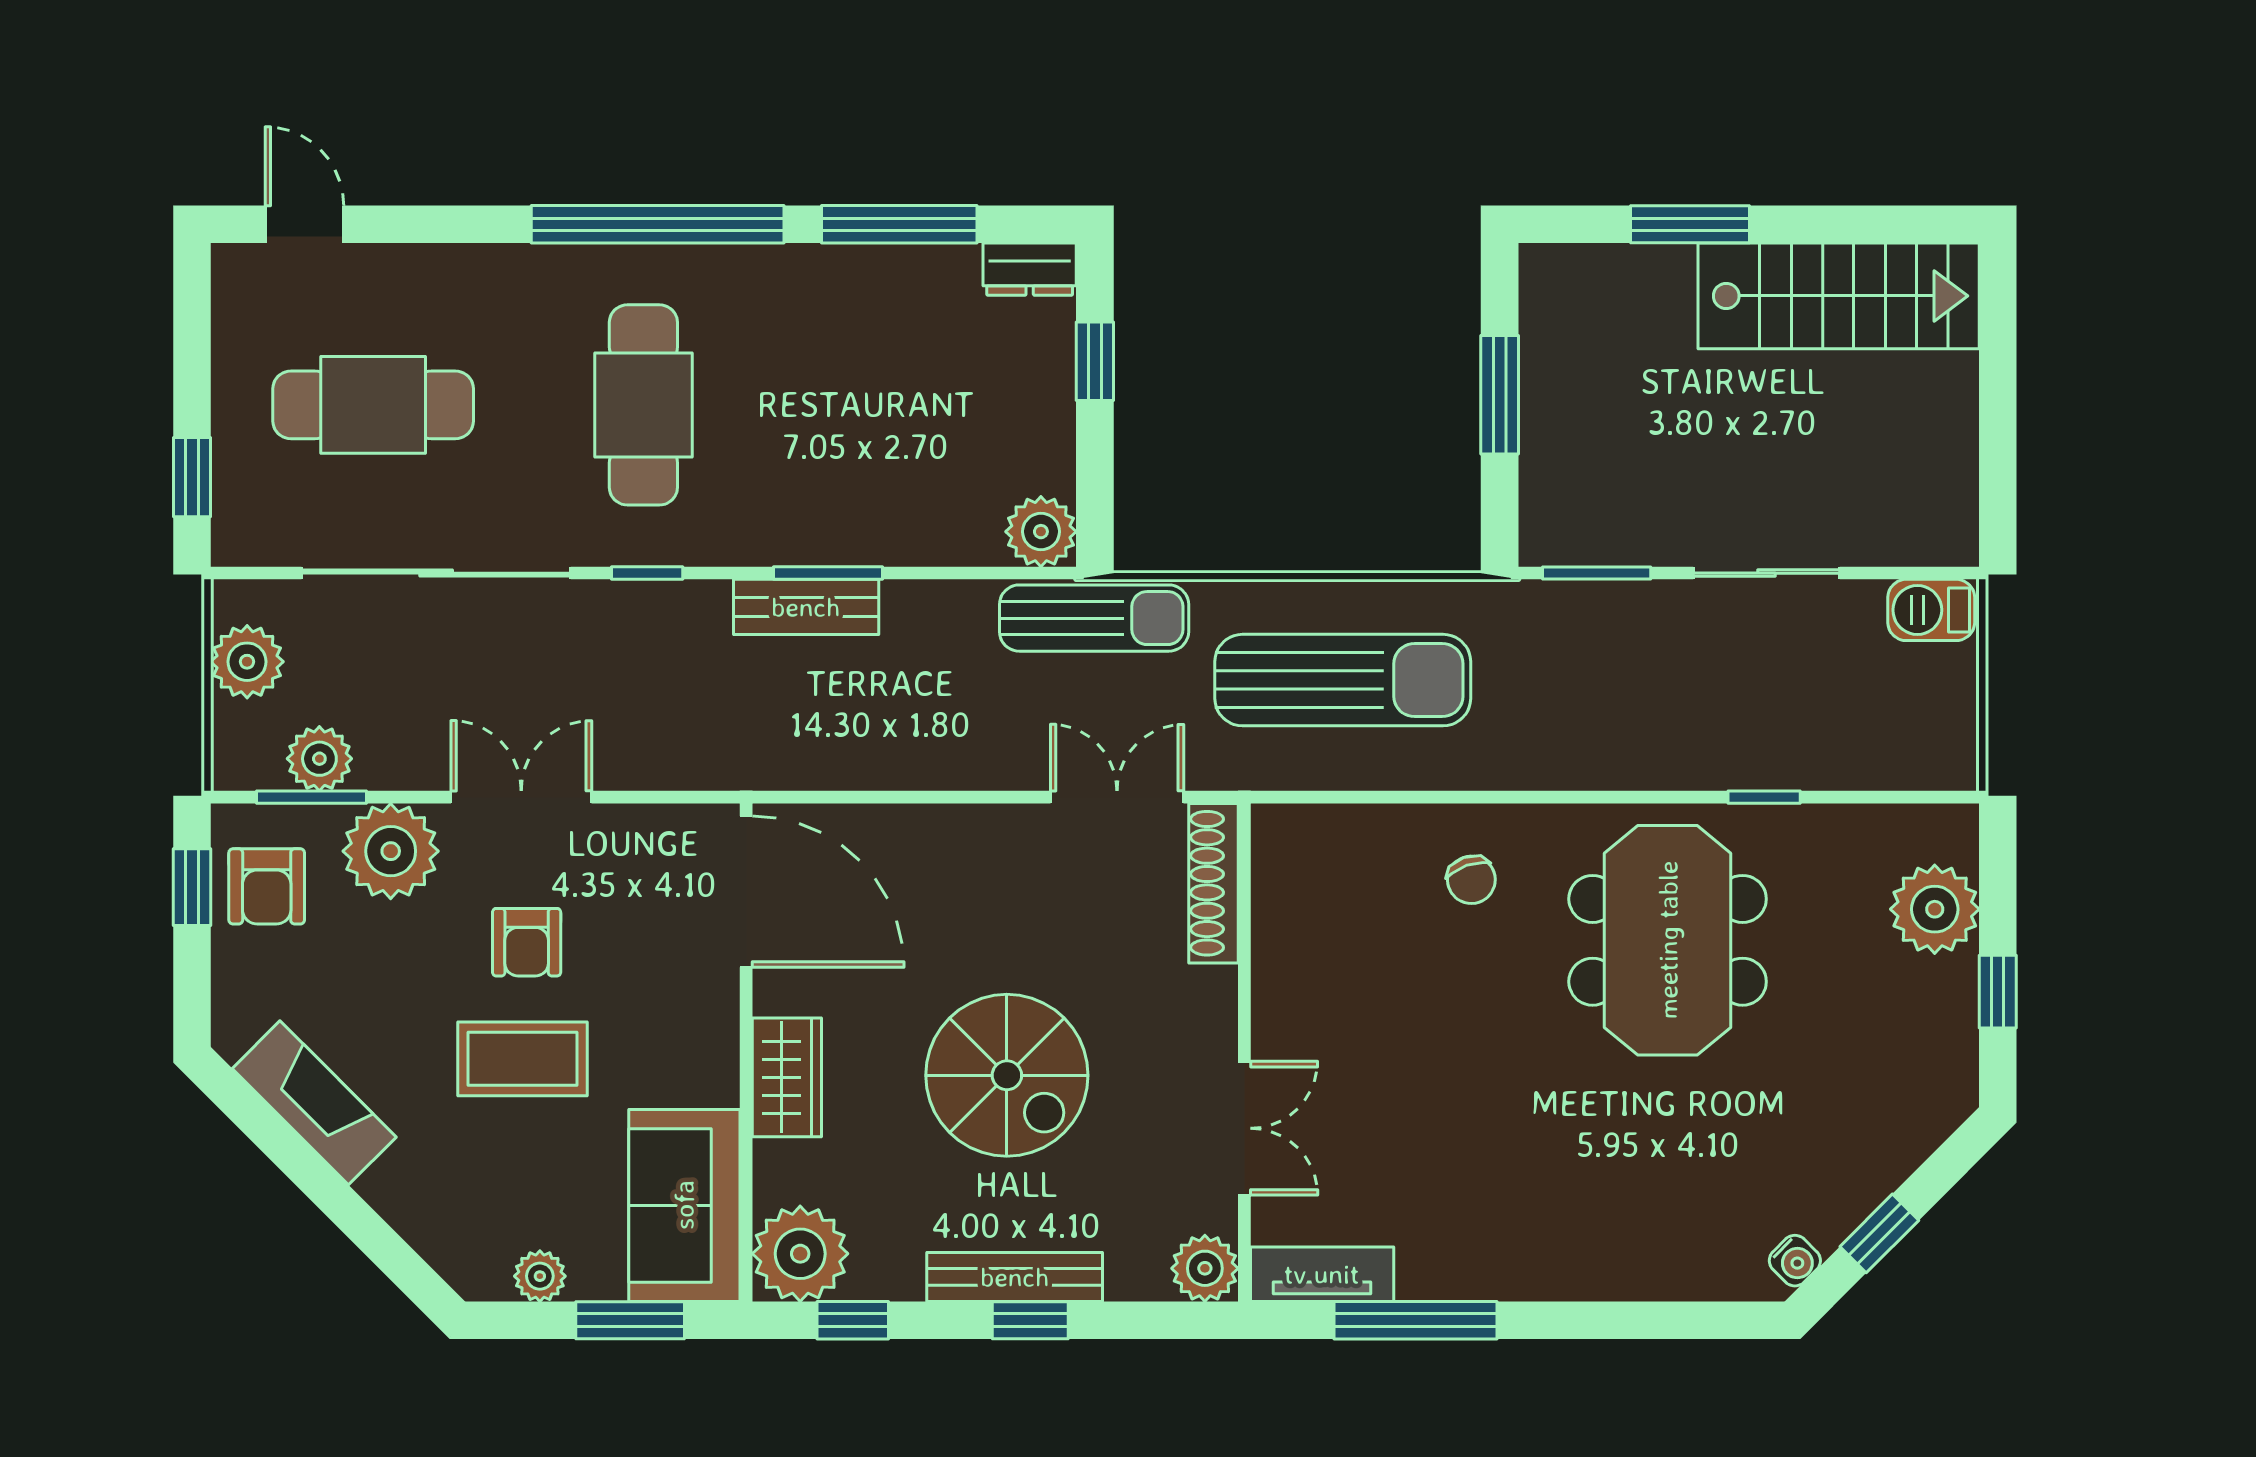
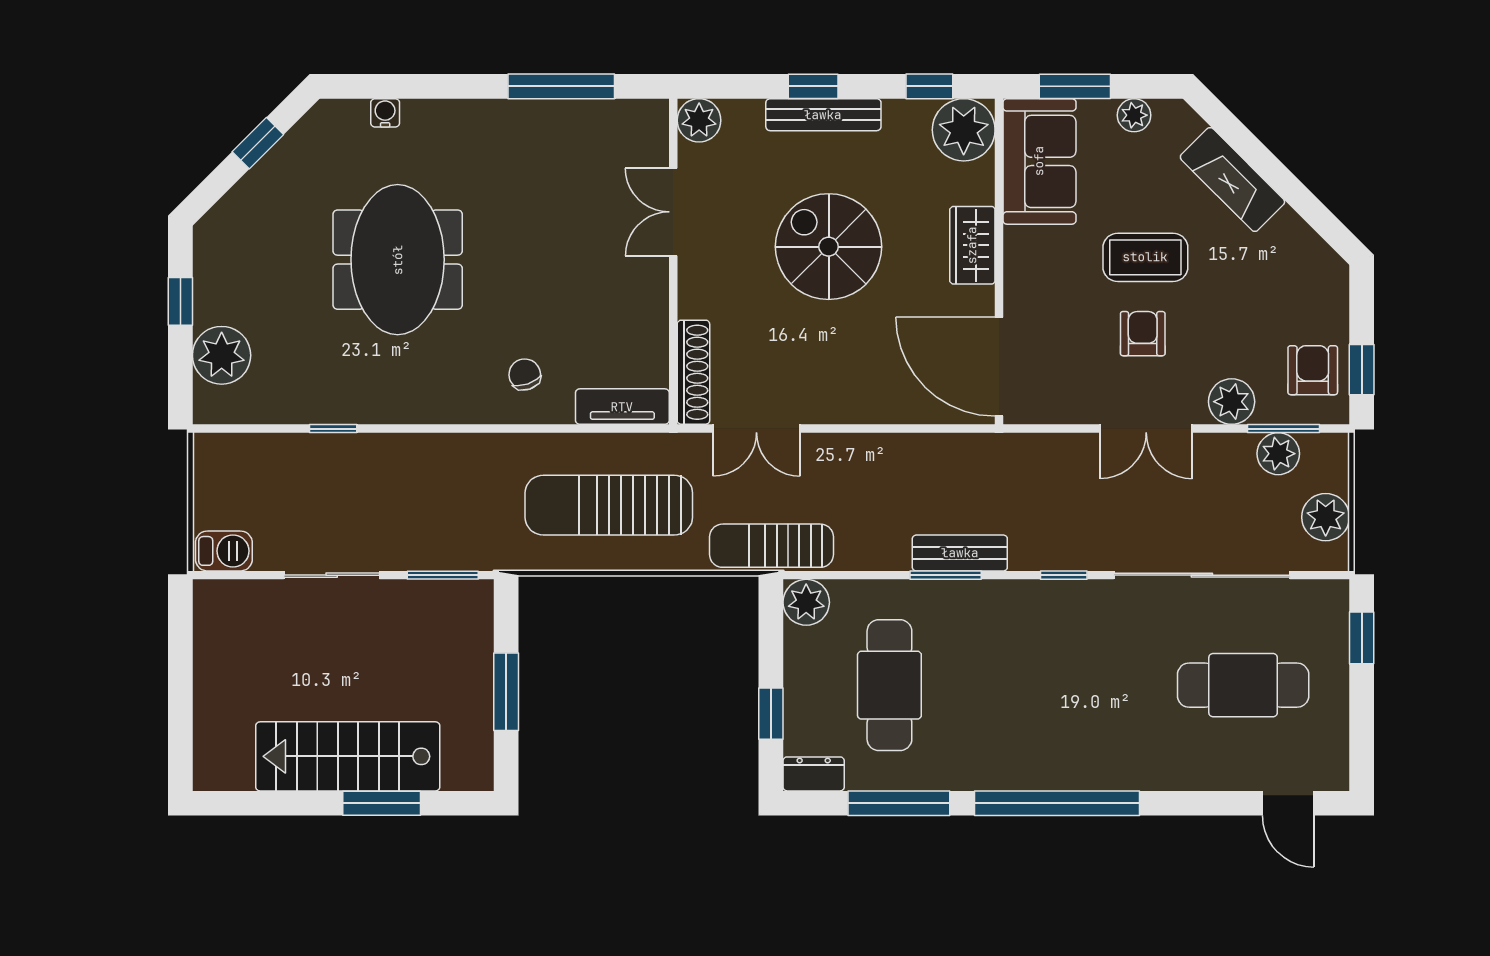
stairs: (1839, 296) -> (348, 756), moved
cafe table: (643, 405) -> (889, 685), moved
plant: (391, 851) -> (1232, 402), width x0.73, depth x0.73
meeting table: (1668, 940) -> (398, 260), moved
fireplace: (314, 1103) -> (1232, 179), moved
water cooler: (1795, 1261) -> (385, 113), moved, turned 45
tv unit: (1322, 1274) -> (622, 407), moved, turned 180

